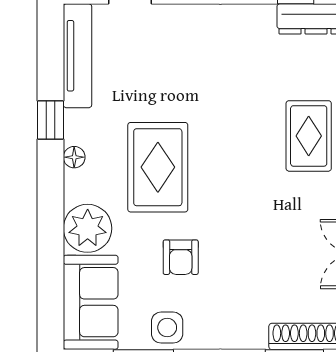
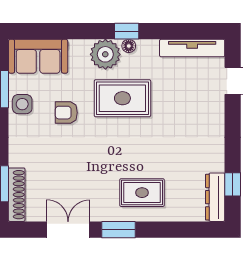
window: (51, 120) -> (127, 31), moved
plant: (88, 228) -> (105, 54), moved

